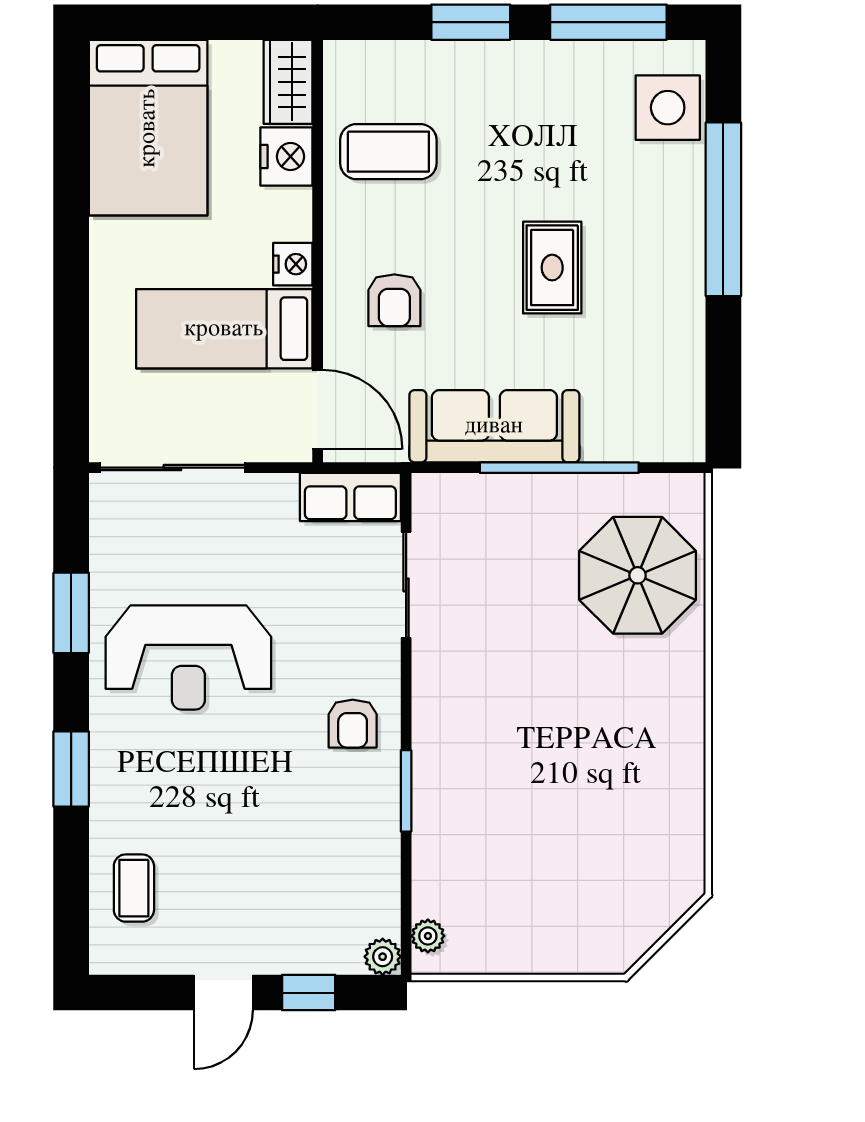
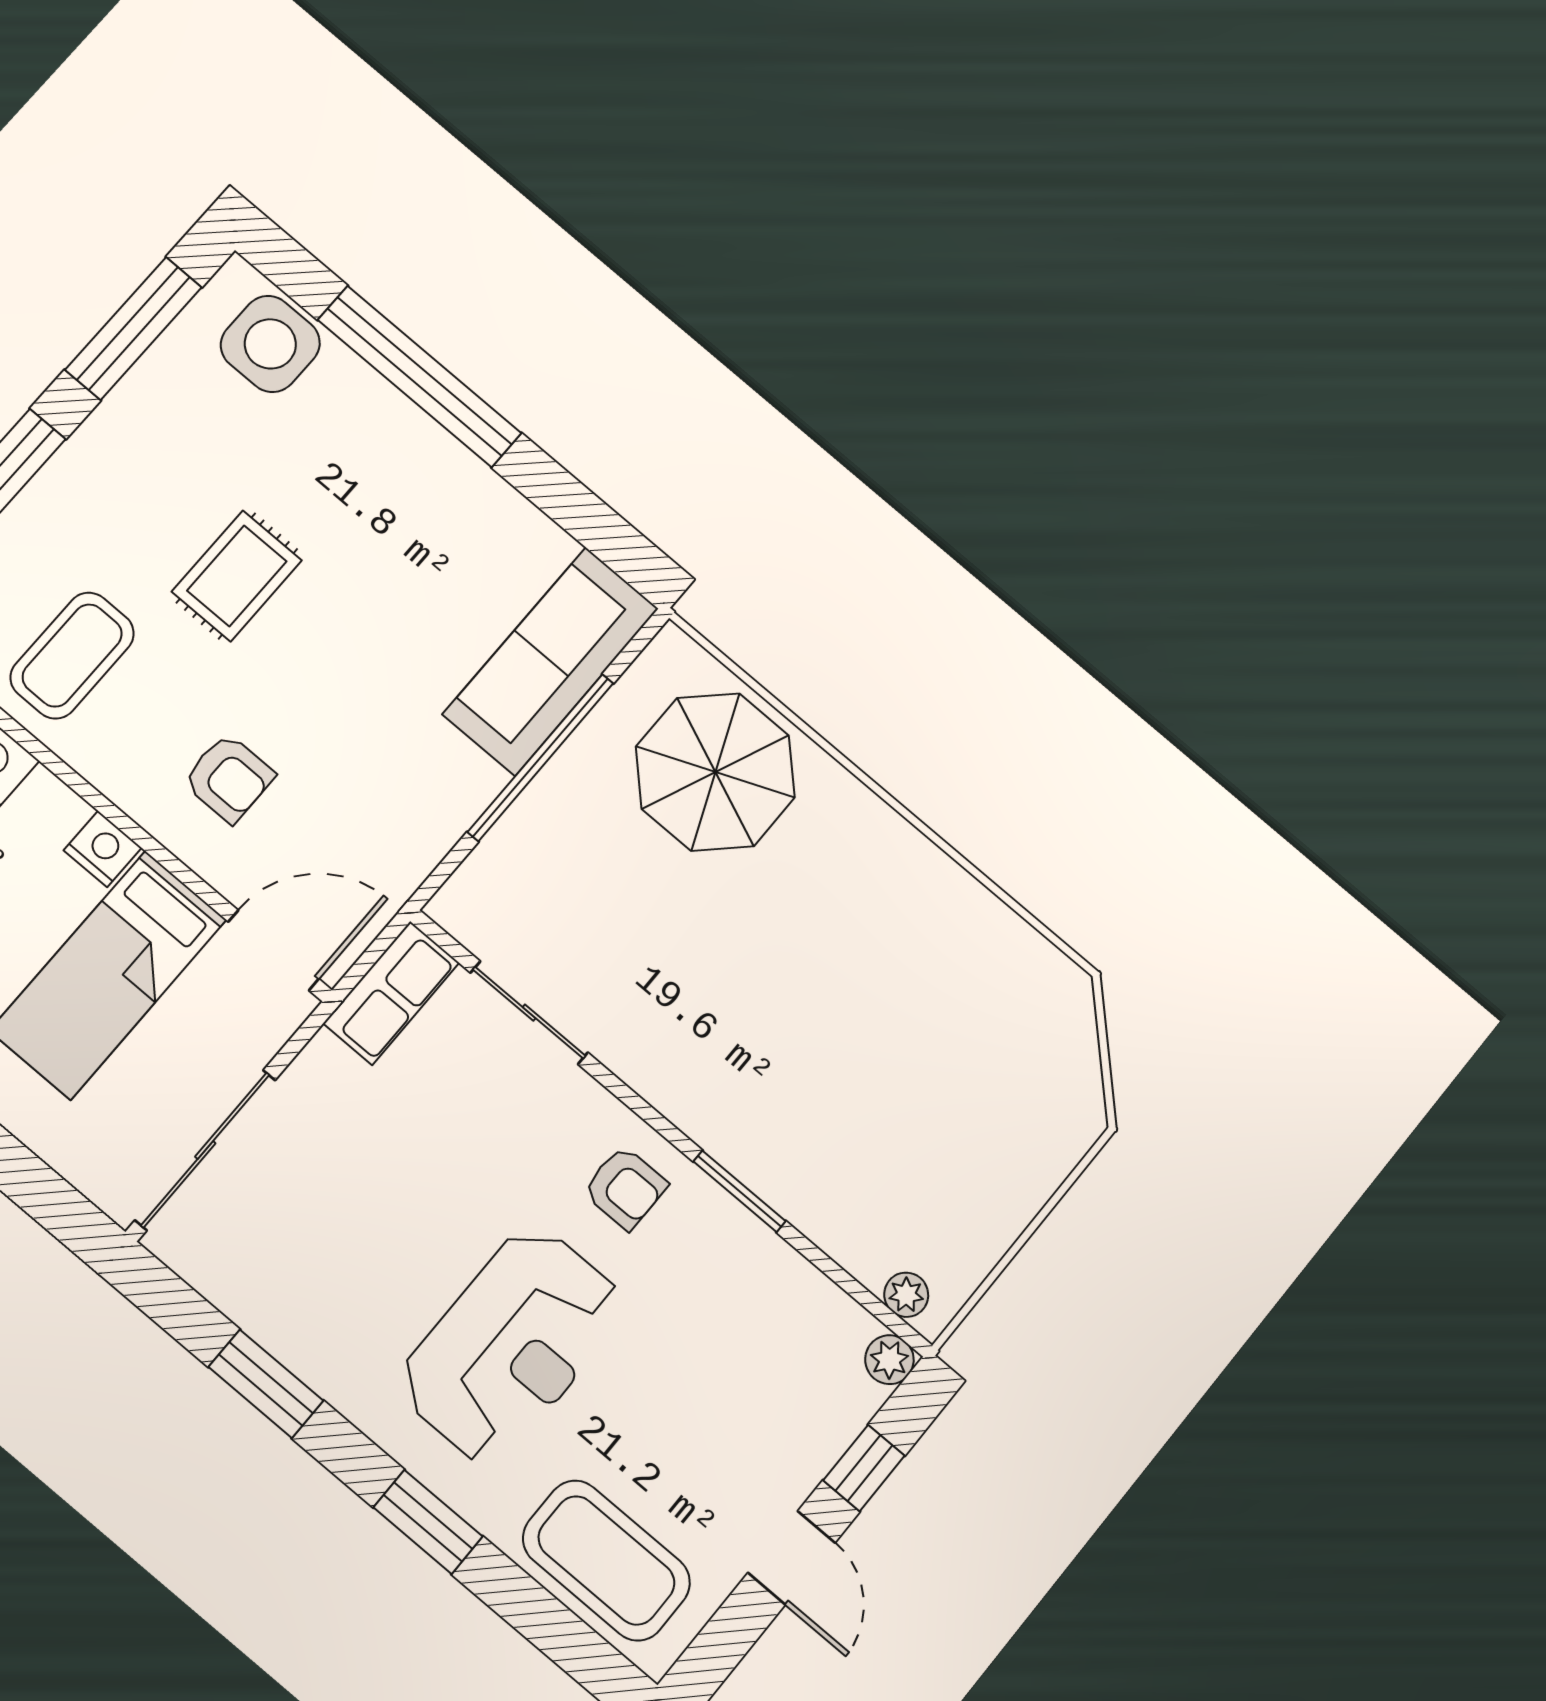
rug: (552, 268) -> (237, 576), moved, turned 90
sofa: (494, 426) -> (551, 661), moved
reception desk: (188, 657) -> (511, 1345), moved
coffee table: (134, 888) -> (606, 1560), width x1.86, depth x1.72

